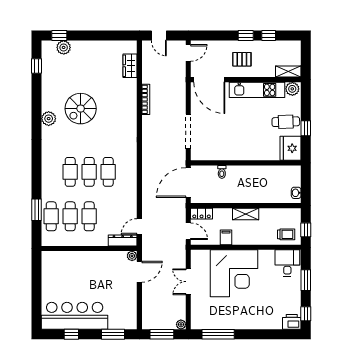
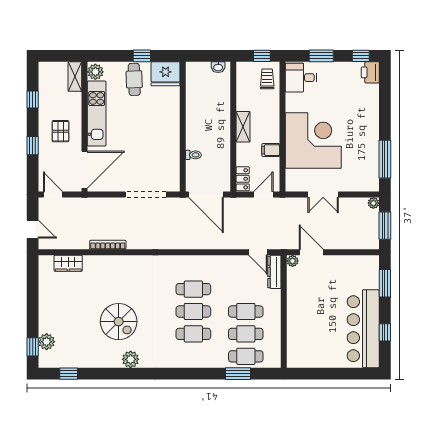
door: (159, 36) -> (33, 229), hinge flipped
window: (246, 36) -> (33, 146), moved

